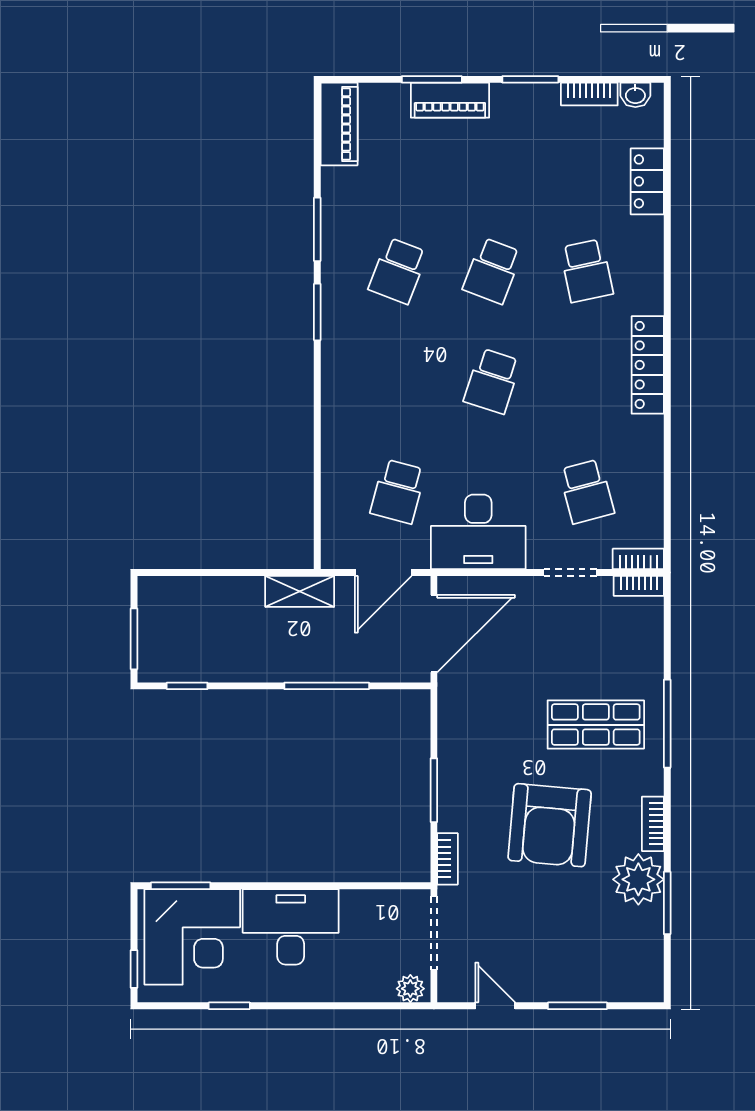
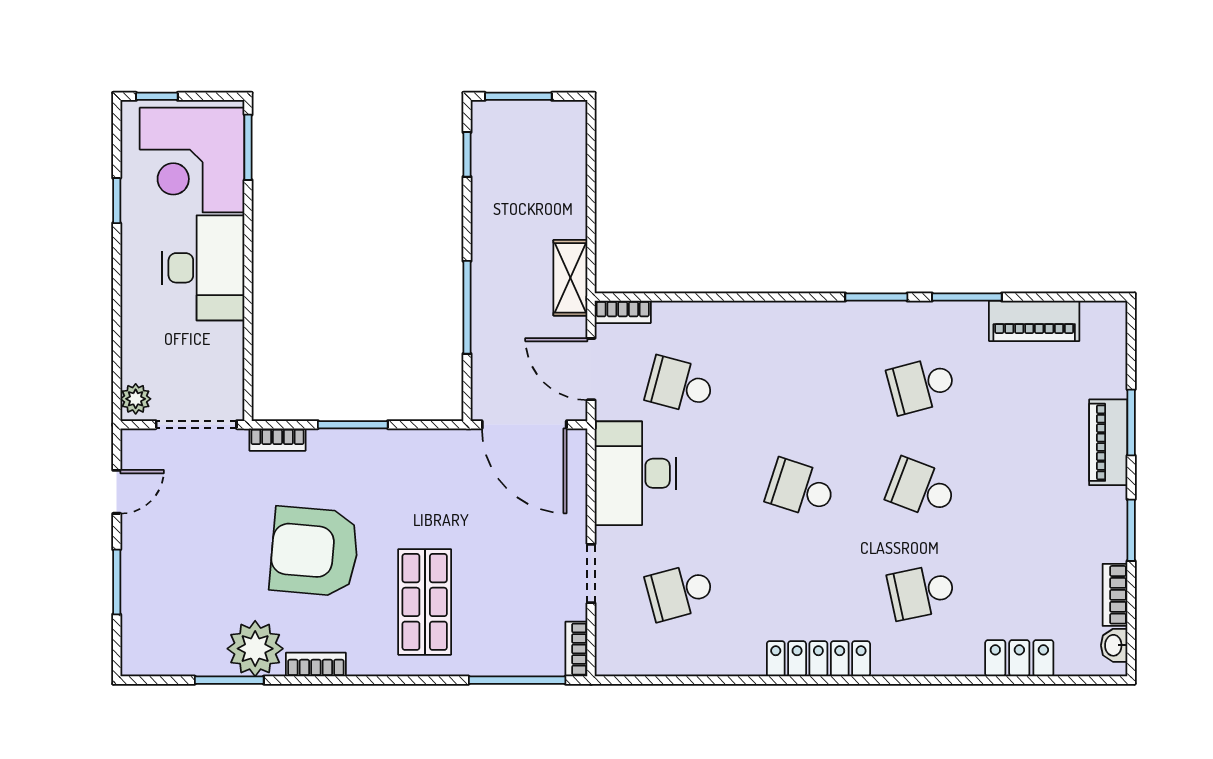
piano: (339, 124) -> (1034, 321), moved
school desk: (398, 271) -> (921, 385), turned -36
bookcase: (638, 559) -> (623, 312), moved, turned 90
window: (667, 724) -> (517, 680), moved

